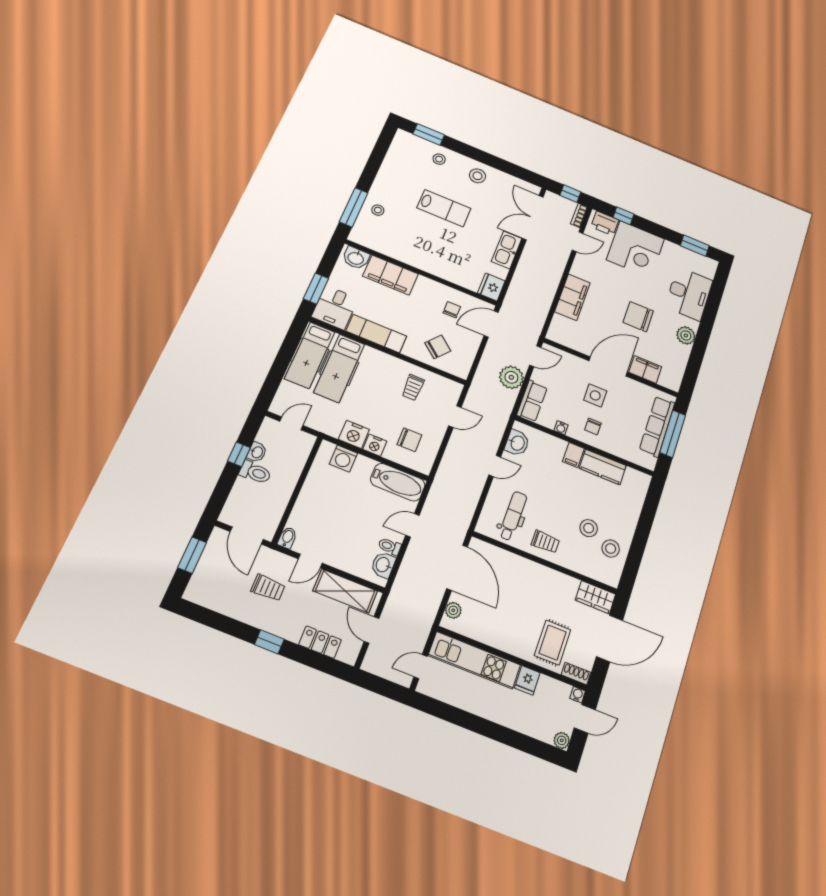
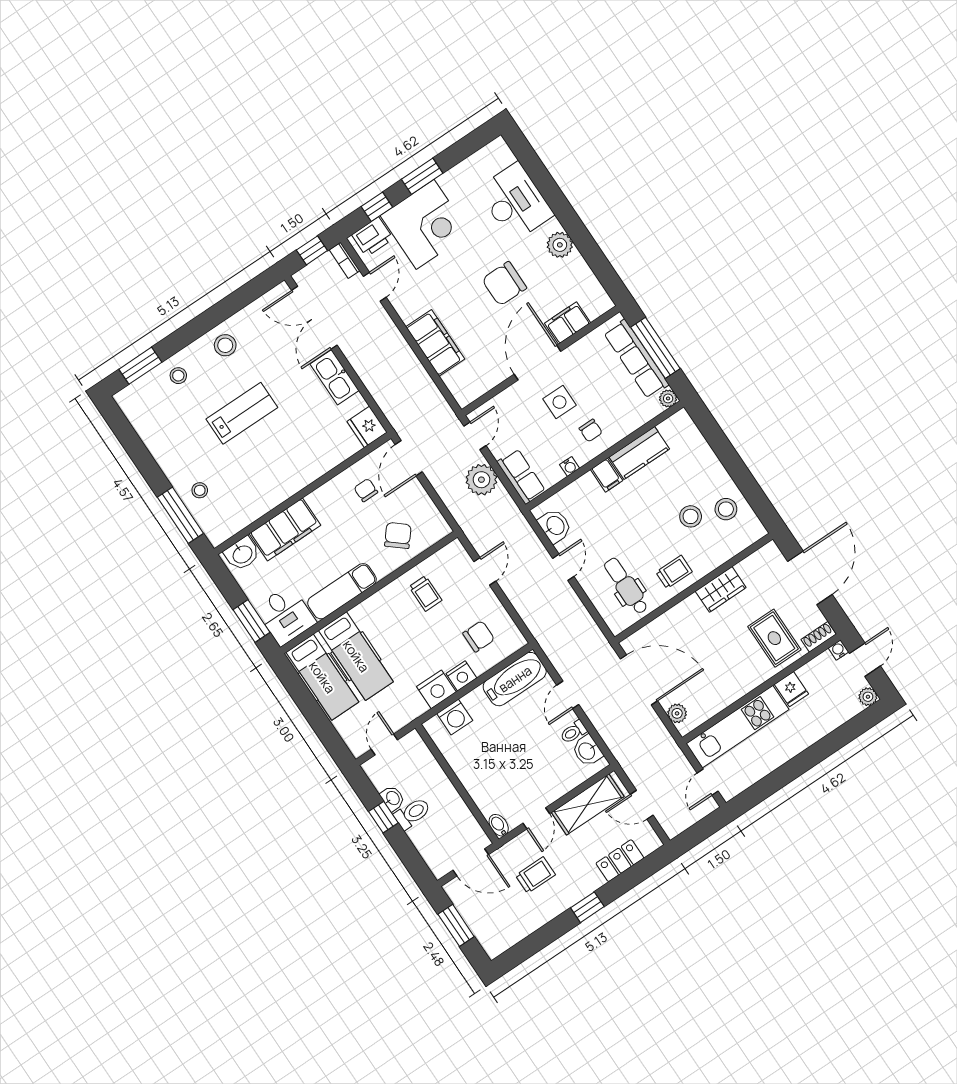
window: (695, 246) -> (422, 176), moved
plant: (649, 463) -> (668, 398), added
wardrobe: (595, 597) -> (721, 589), moved

